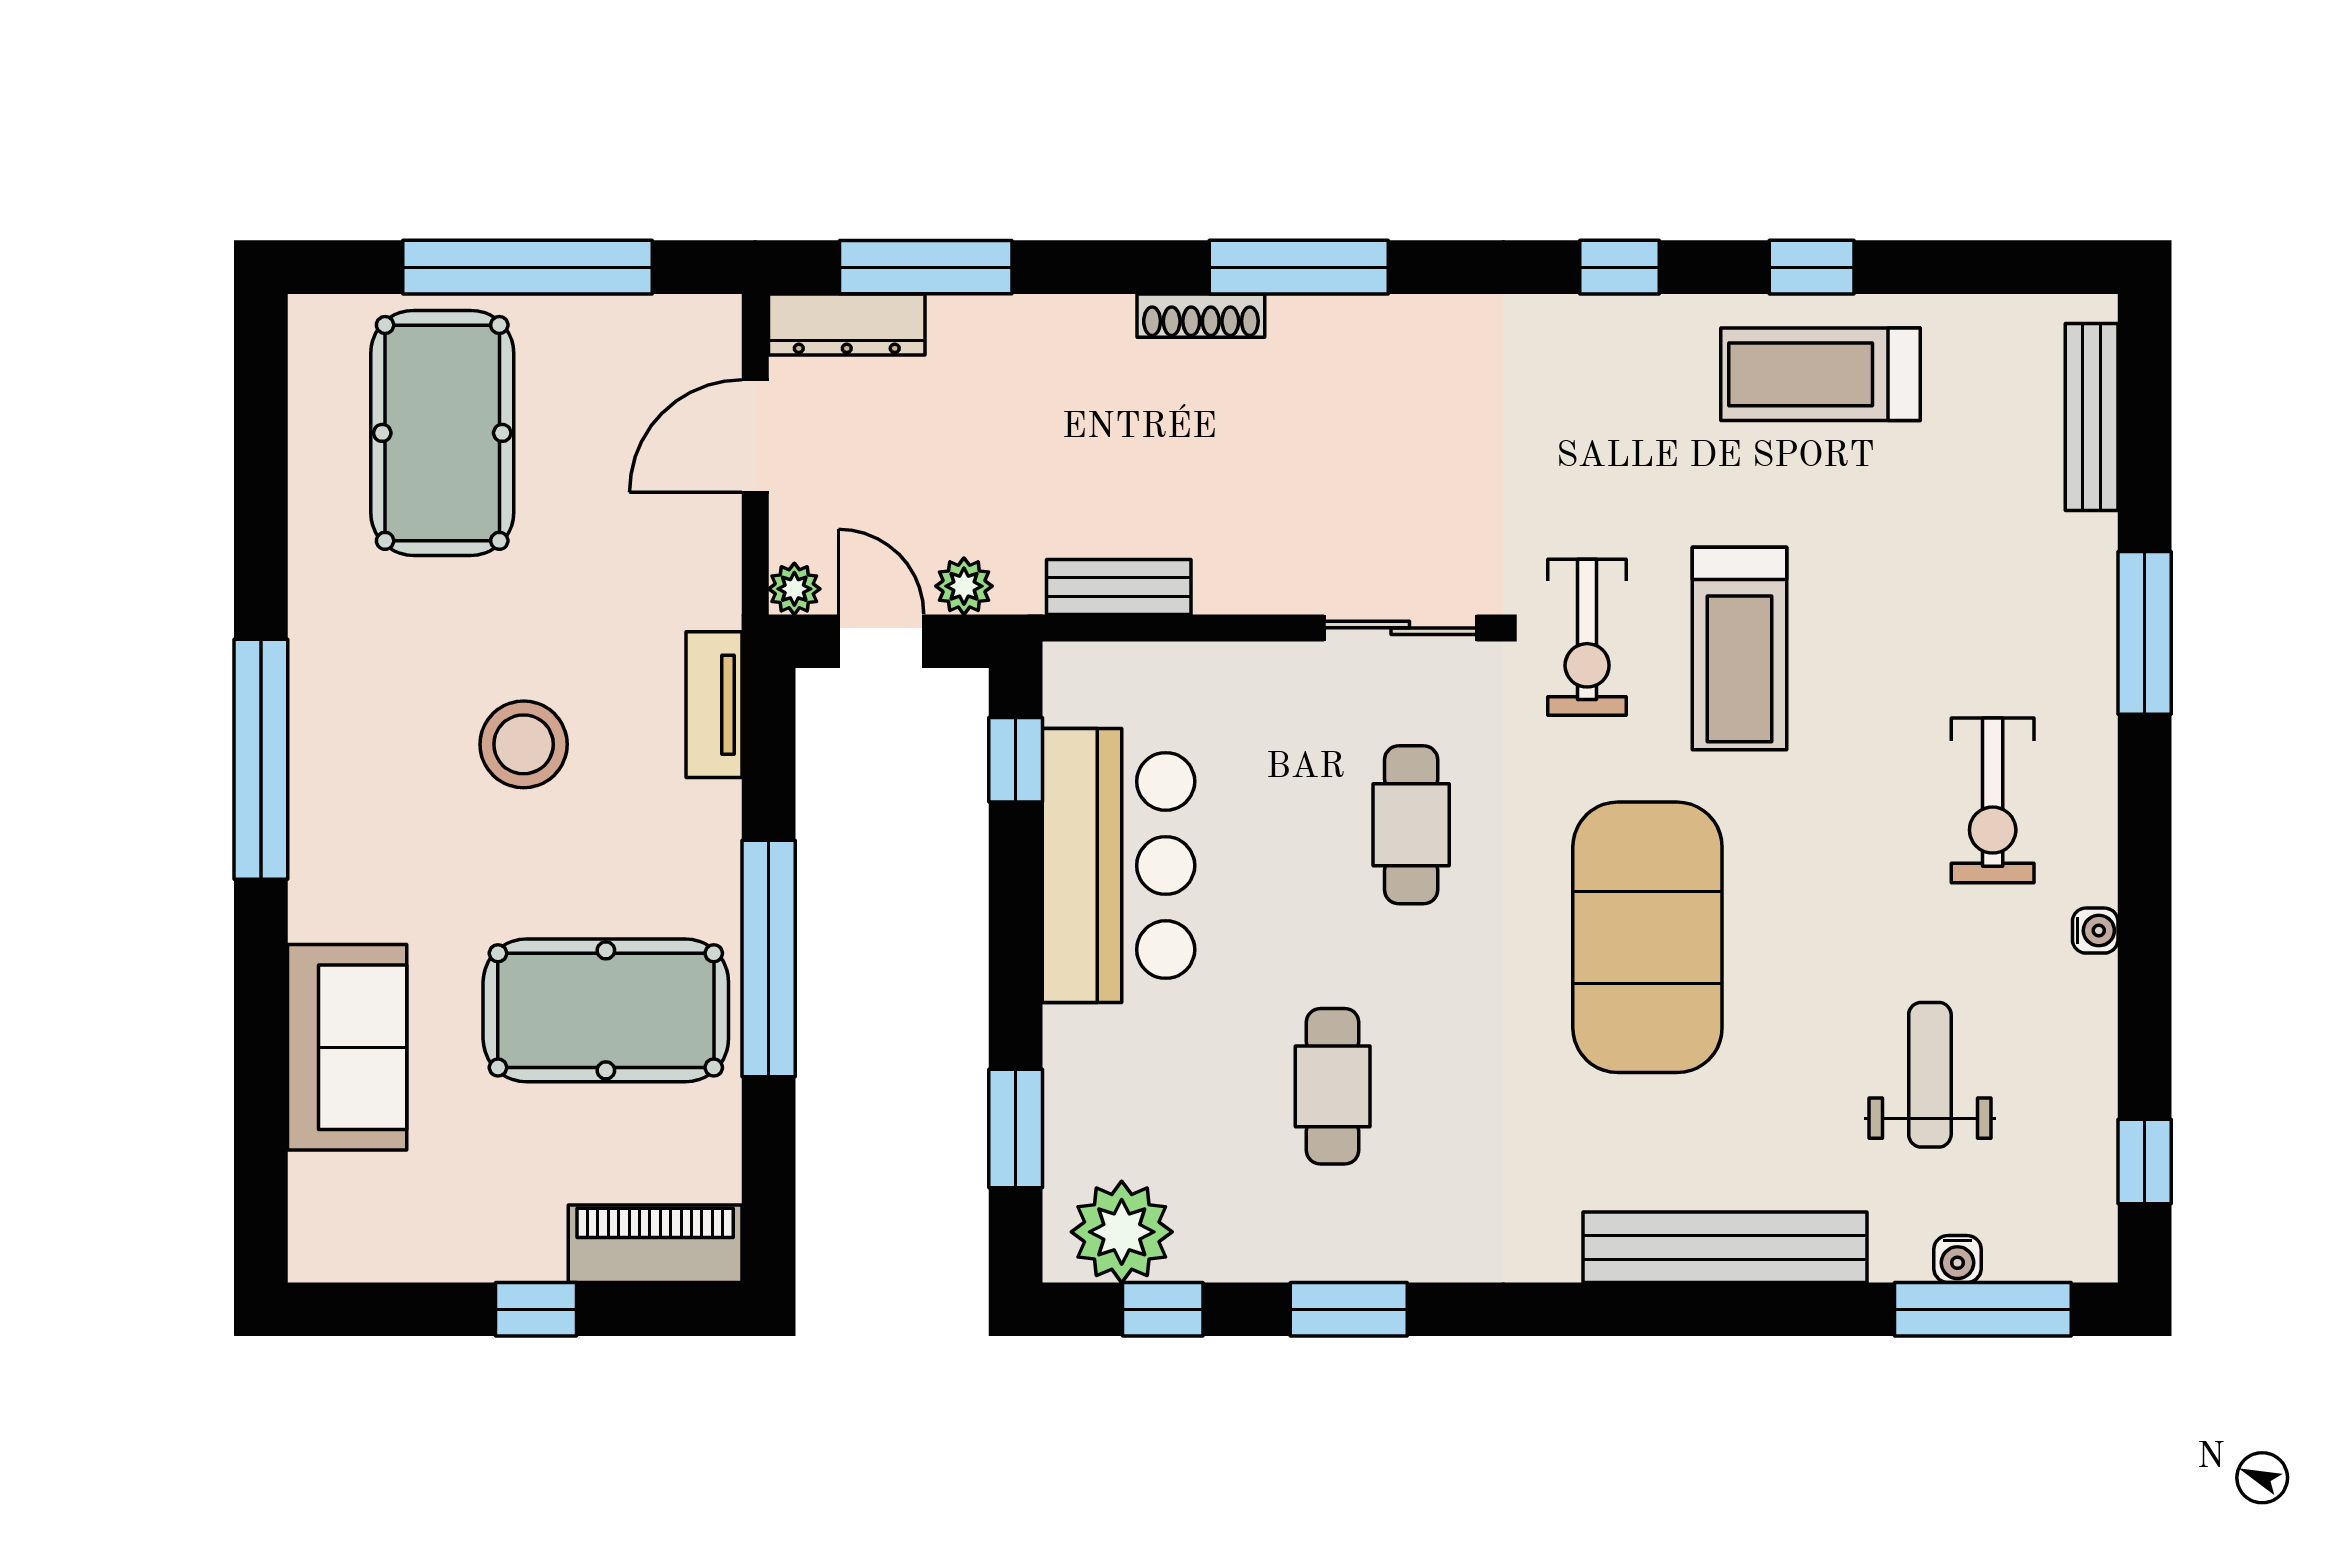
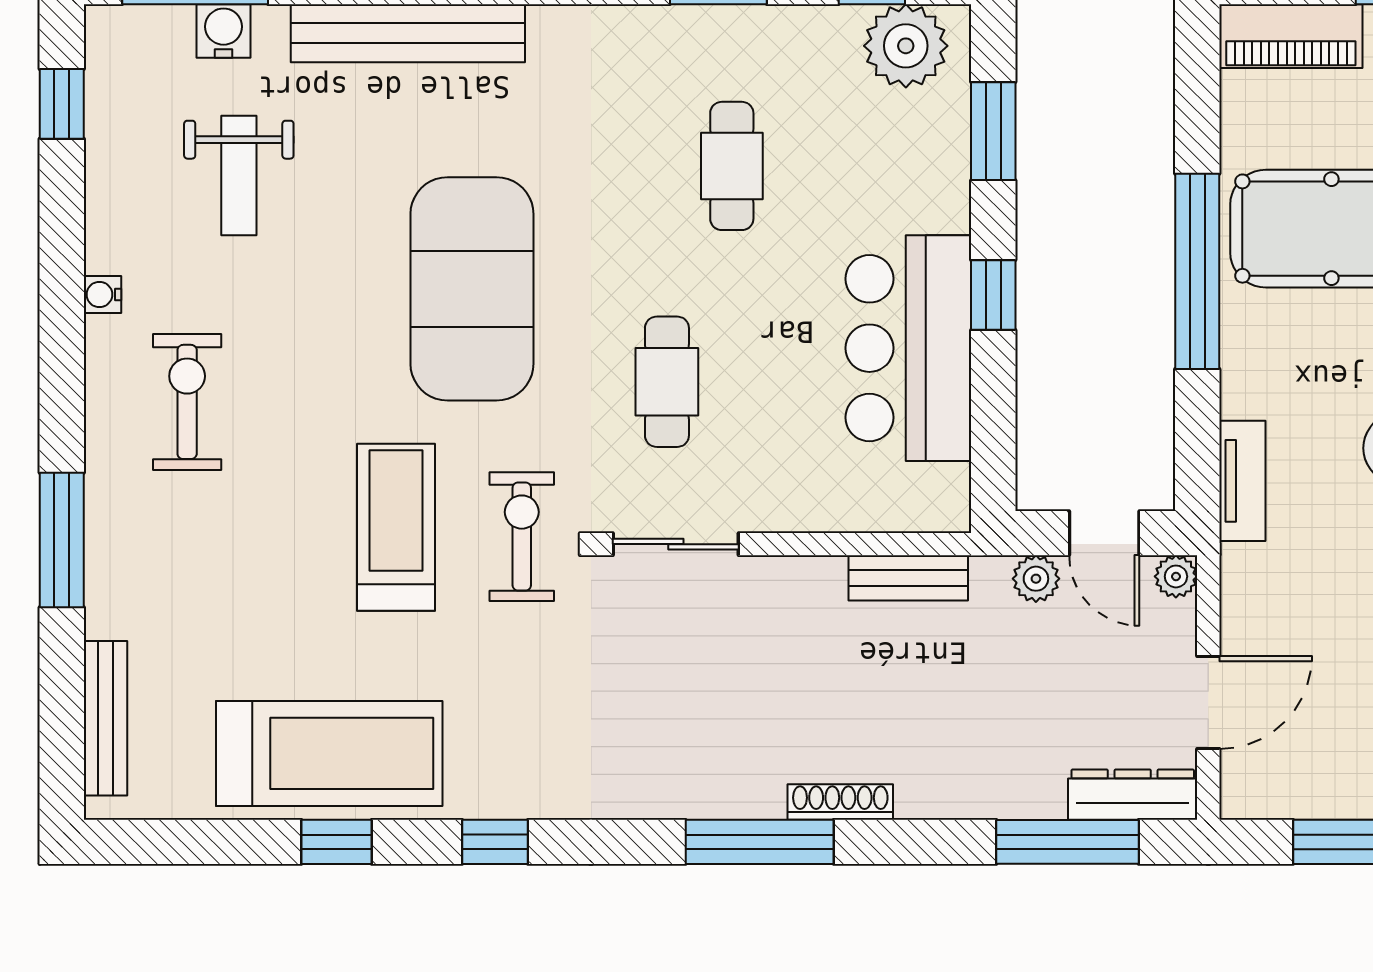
treadmill: (1820, 374) -> (329, 753), width x1.37, depth x1.37
window: (1016, 760) -> (993, 295), moved
water cooler: (1957, 1259) -> (224, 31), width x1.38, depth x1.38

